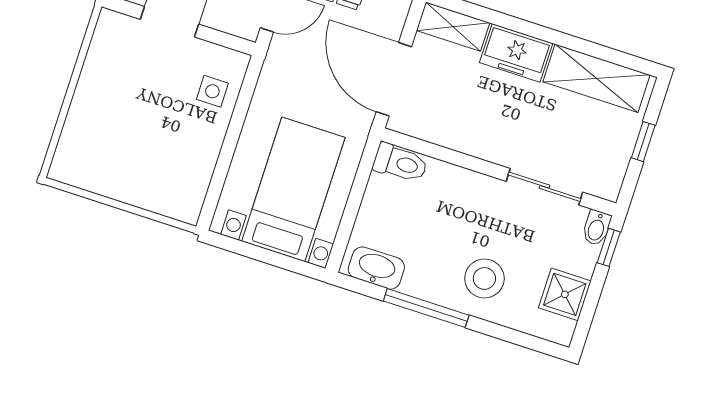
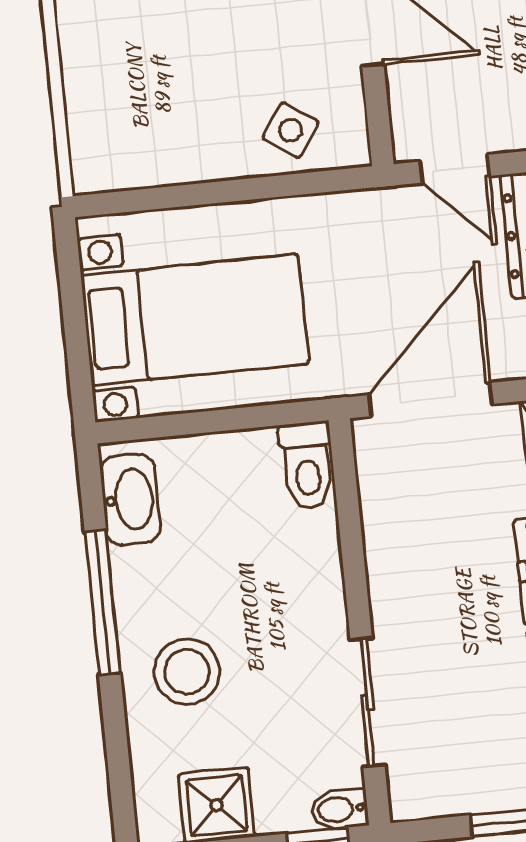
side table: (212, 91) -> (291, 130), turned 35

